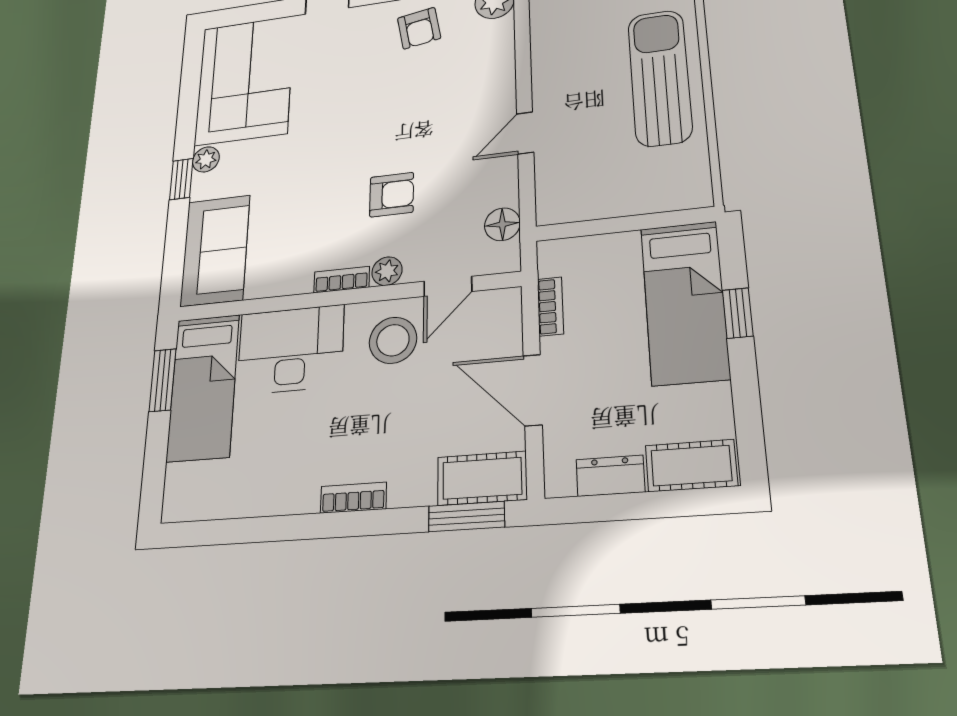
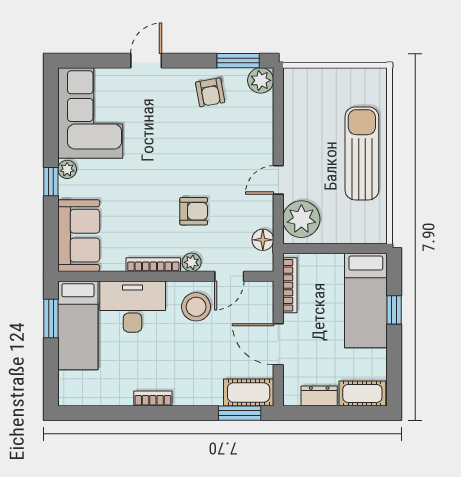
plant: (565, 186) -> (301, 219), added
bookcase: (342, 280) -> (153, 265), width x1.56
bookcase: (550, 306) -> (290, 285), width x1.56
bookcase: (353, 498) -> (153, 398), moved

